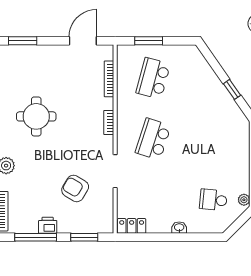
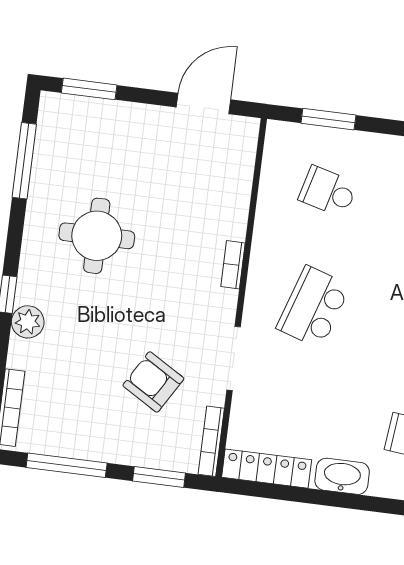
school desk: (153, 78) -> (328, 191), width x0.54
bookcase: (109, 79) -> (211, 441), moved
printer: (48, 225) -> (92, 445), removed
locker: (132, 226) -> (267, 469), width x1.53
washbasin: (179, 228) -> (342, 476), width x1.91, depth x1.45

